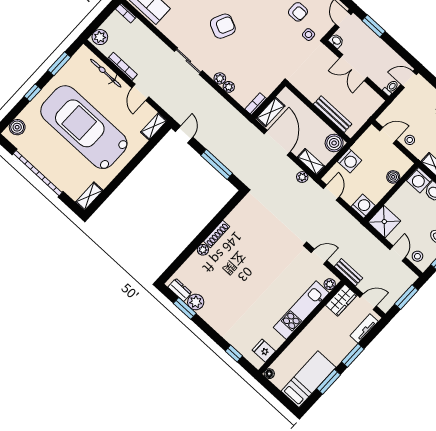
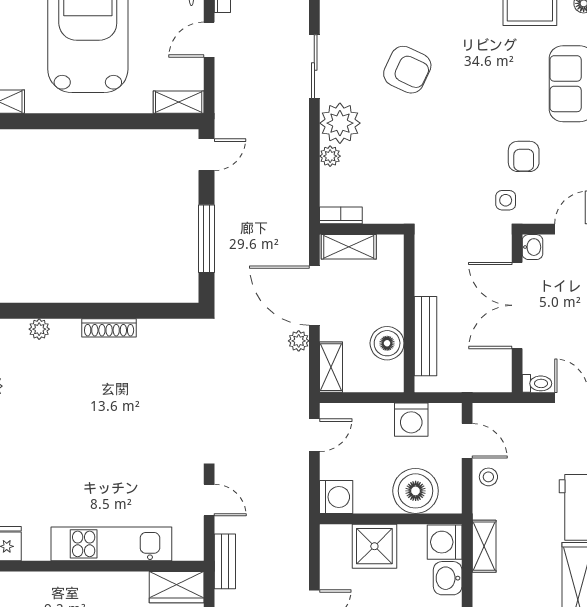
double door: (353, 68) -> (517, 305), width x1.37
plant: (220, 78) -> (340, 123), width x1.88, depth x1.88
door: (277, 143) -> (314, 296), swing flipped
boiler: (334, 143) -> (387, 343), moved
washing machine: (350, 161) -> (411, 420), moved
plant: (302, 177) -> (299, 341), moved
boiler: (393, 177) -> (416, 491), width x1.86, depth x1.86
shower: (384, 222) -> (374, 546), moved
plant: (203, 250) -> (39, 329), moved
plant: (330, 284) -> (184, 550), removed

